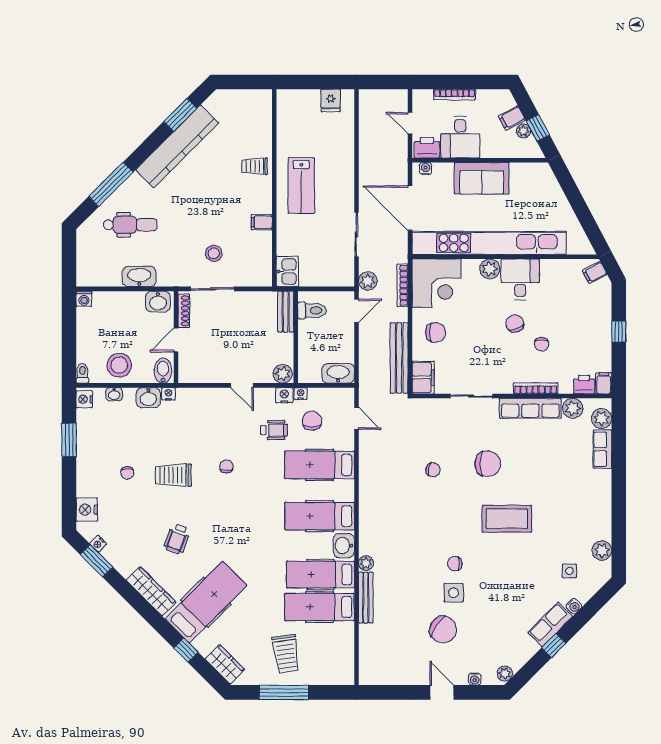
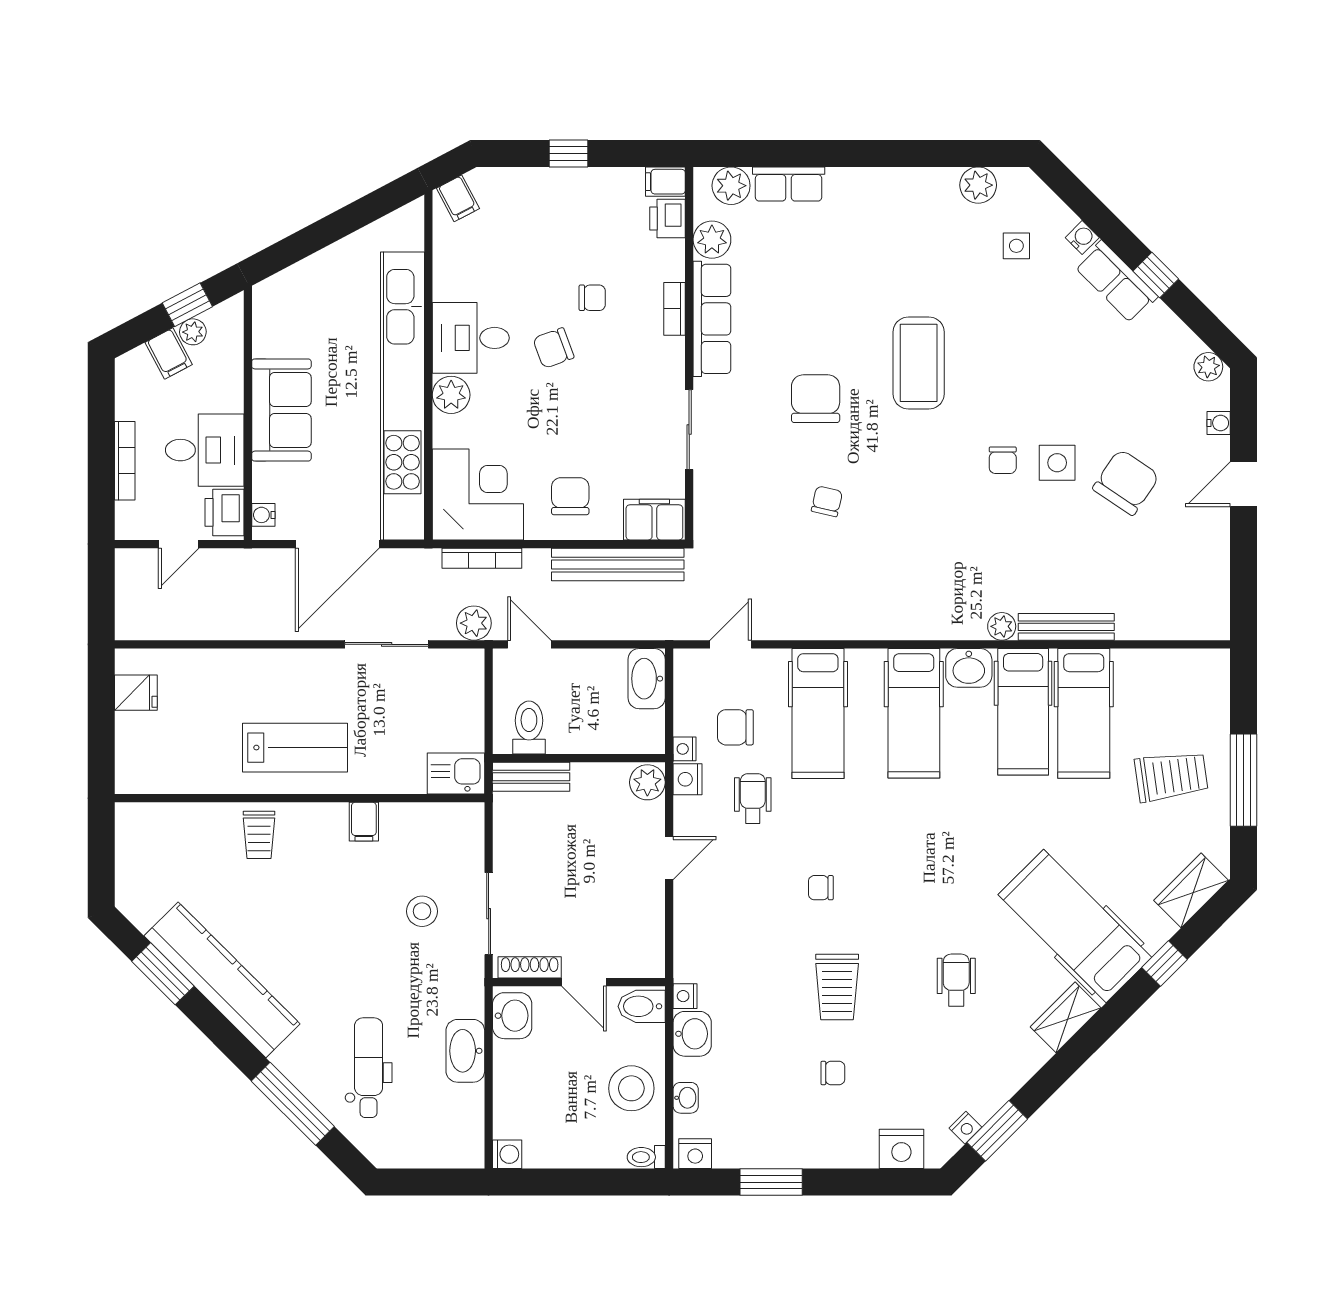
bookcase: (536, 388) -> (675, 309), width x0.64
wheelchair: (177, 539) -> (956, 980), turned -110
wardrobe: (151, 591) -> (1066, 1017), width x0.67

